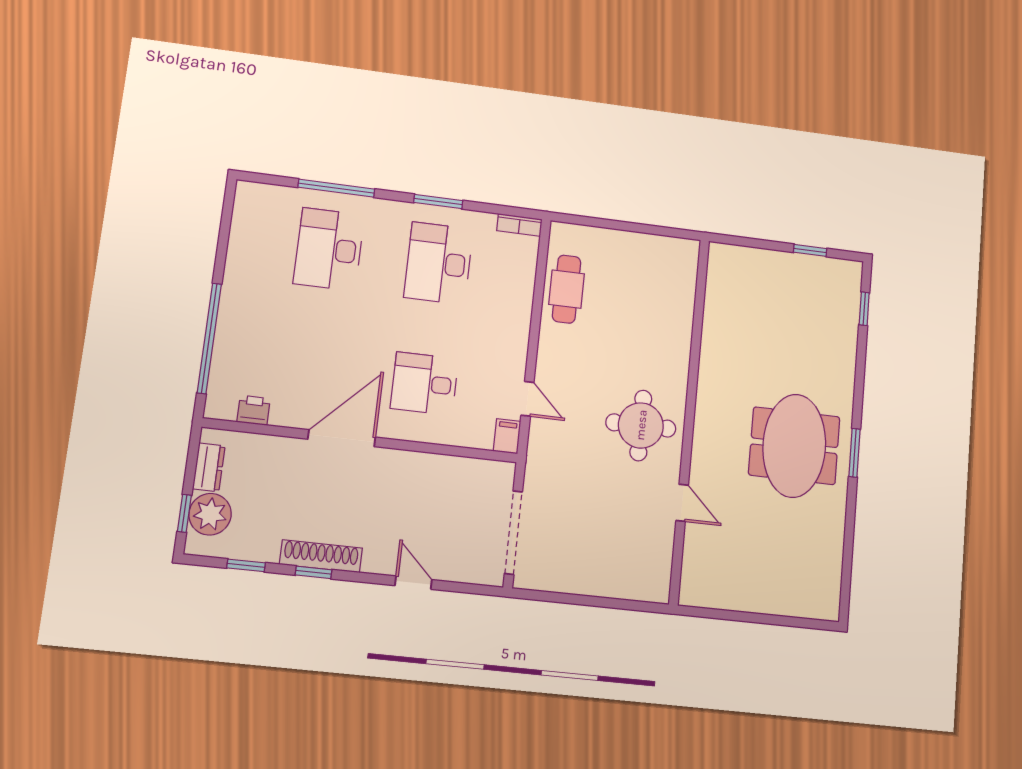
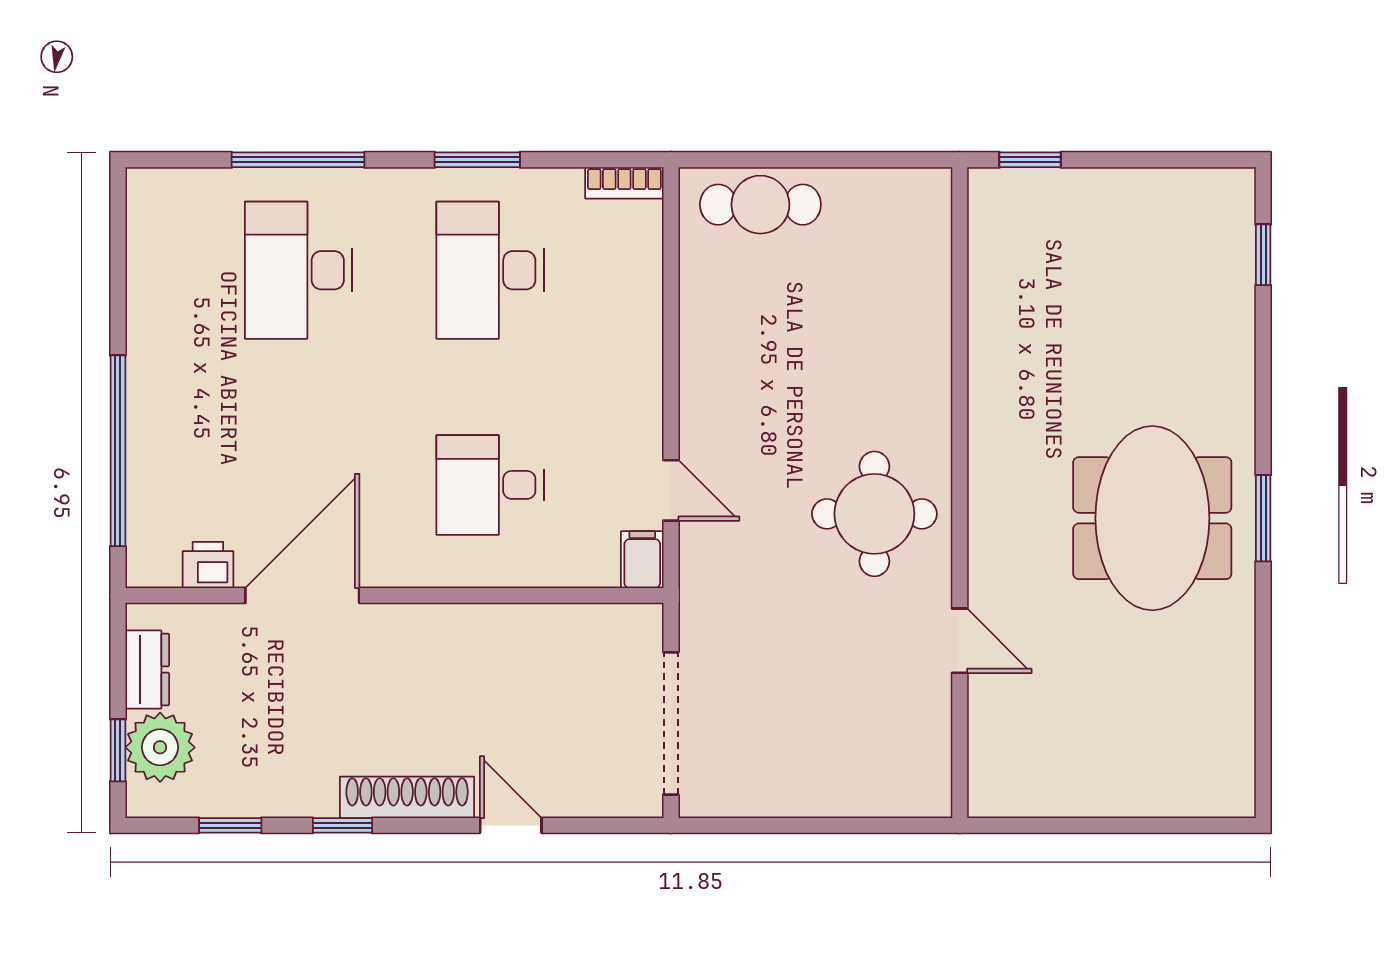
window: (810, 250) -> (1030, 160), moved
cafe table: (567, 289) -> (760, 205), moved, turned 90
door: (342, 438) -> (302, 595), moved
shoe rack: (321, 556) -> (407, 797), moved

